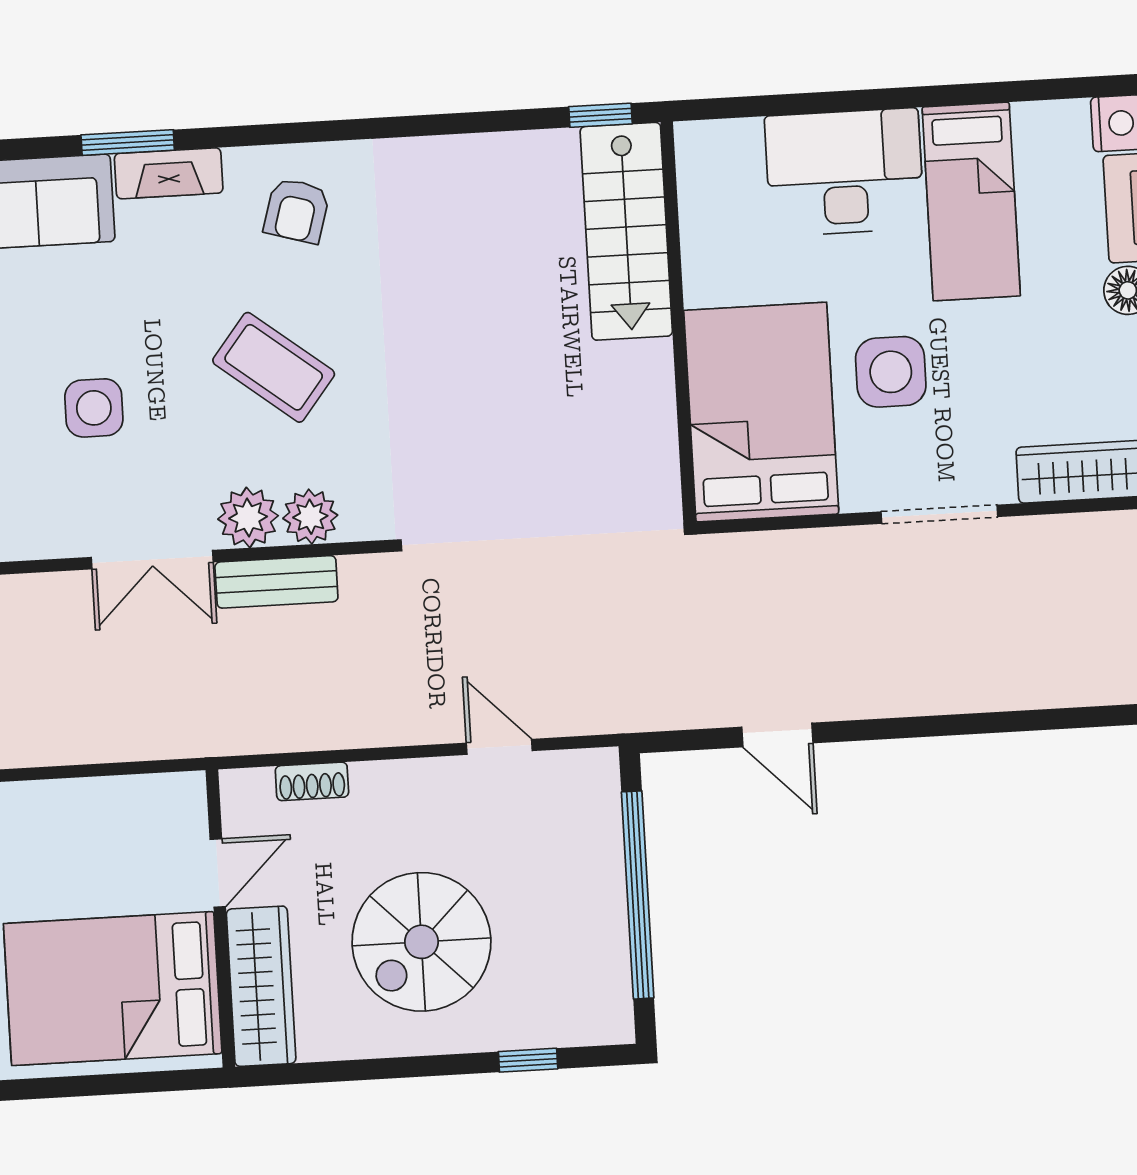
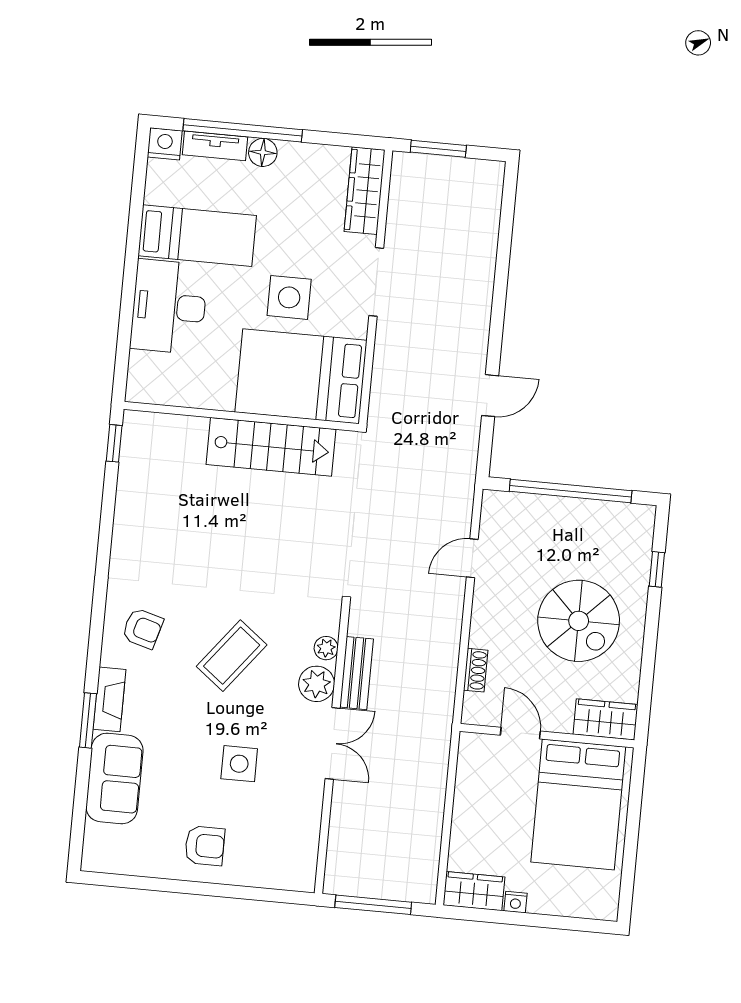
stairs: (626, 231) -> (271, 447), moved
plant: (310, 517) -> (326, 648), width x0.73, depth x0.73
wardrobe: (261, 986) -> (605, 719), width x0.67

